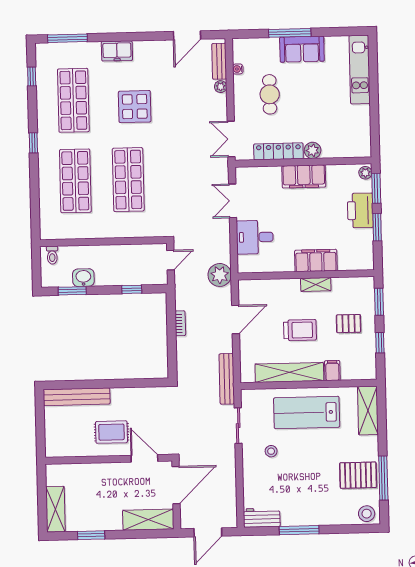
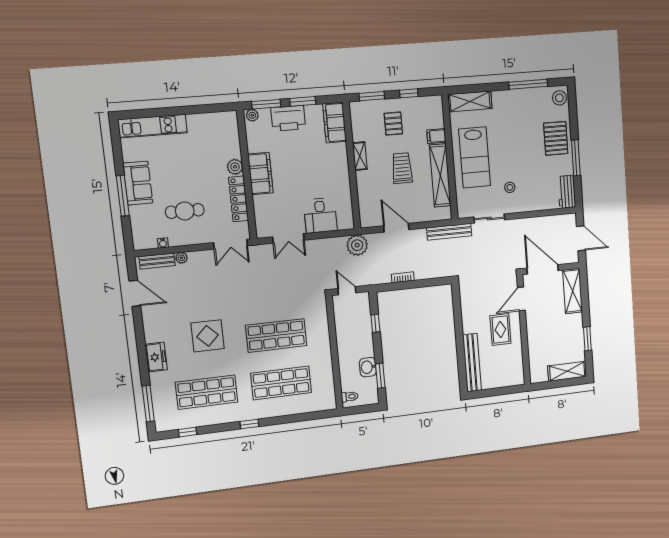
filing cabinet: (316, 261) -> (335, 123), moved
pallet: (358, 475) -> (556, 138), moved

